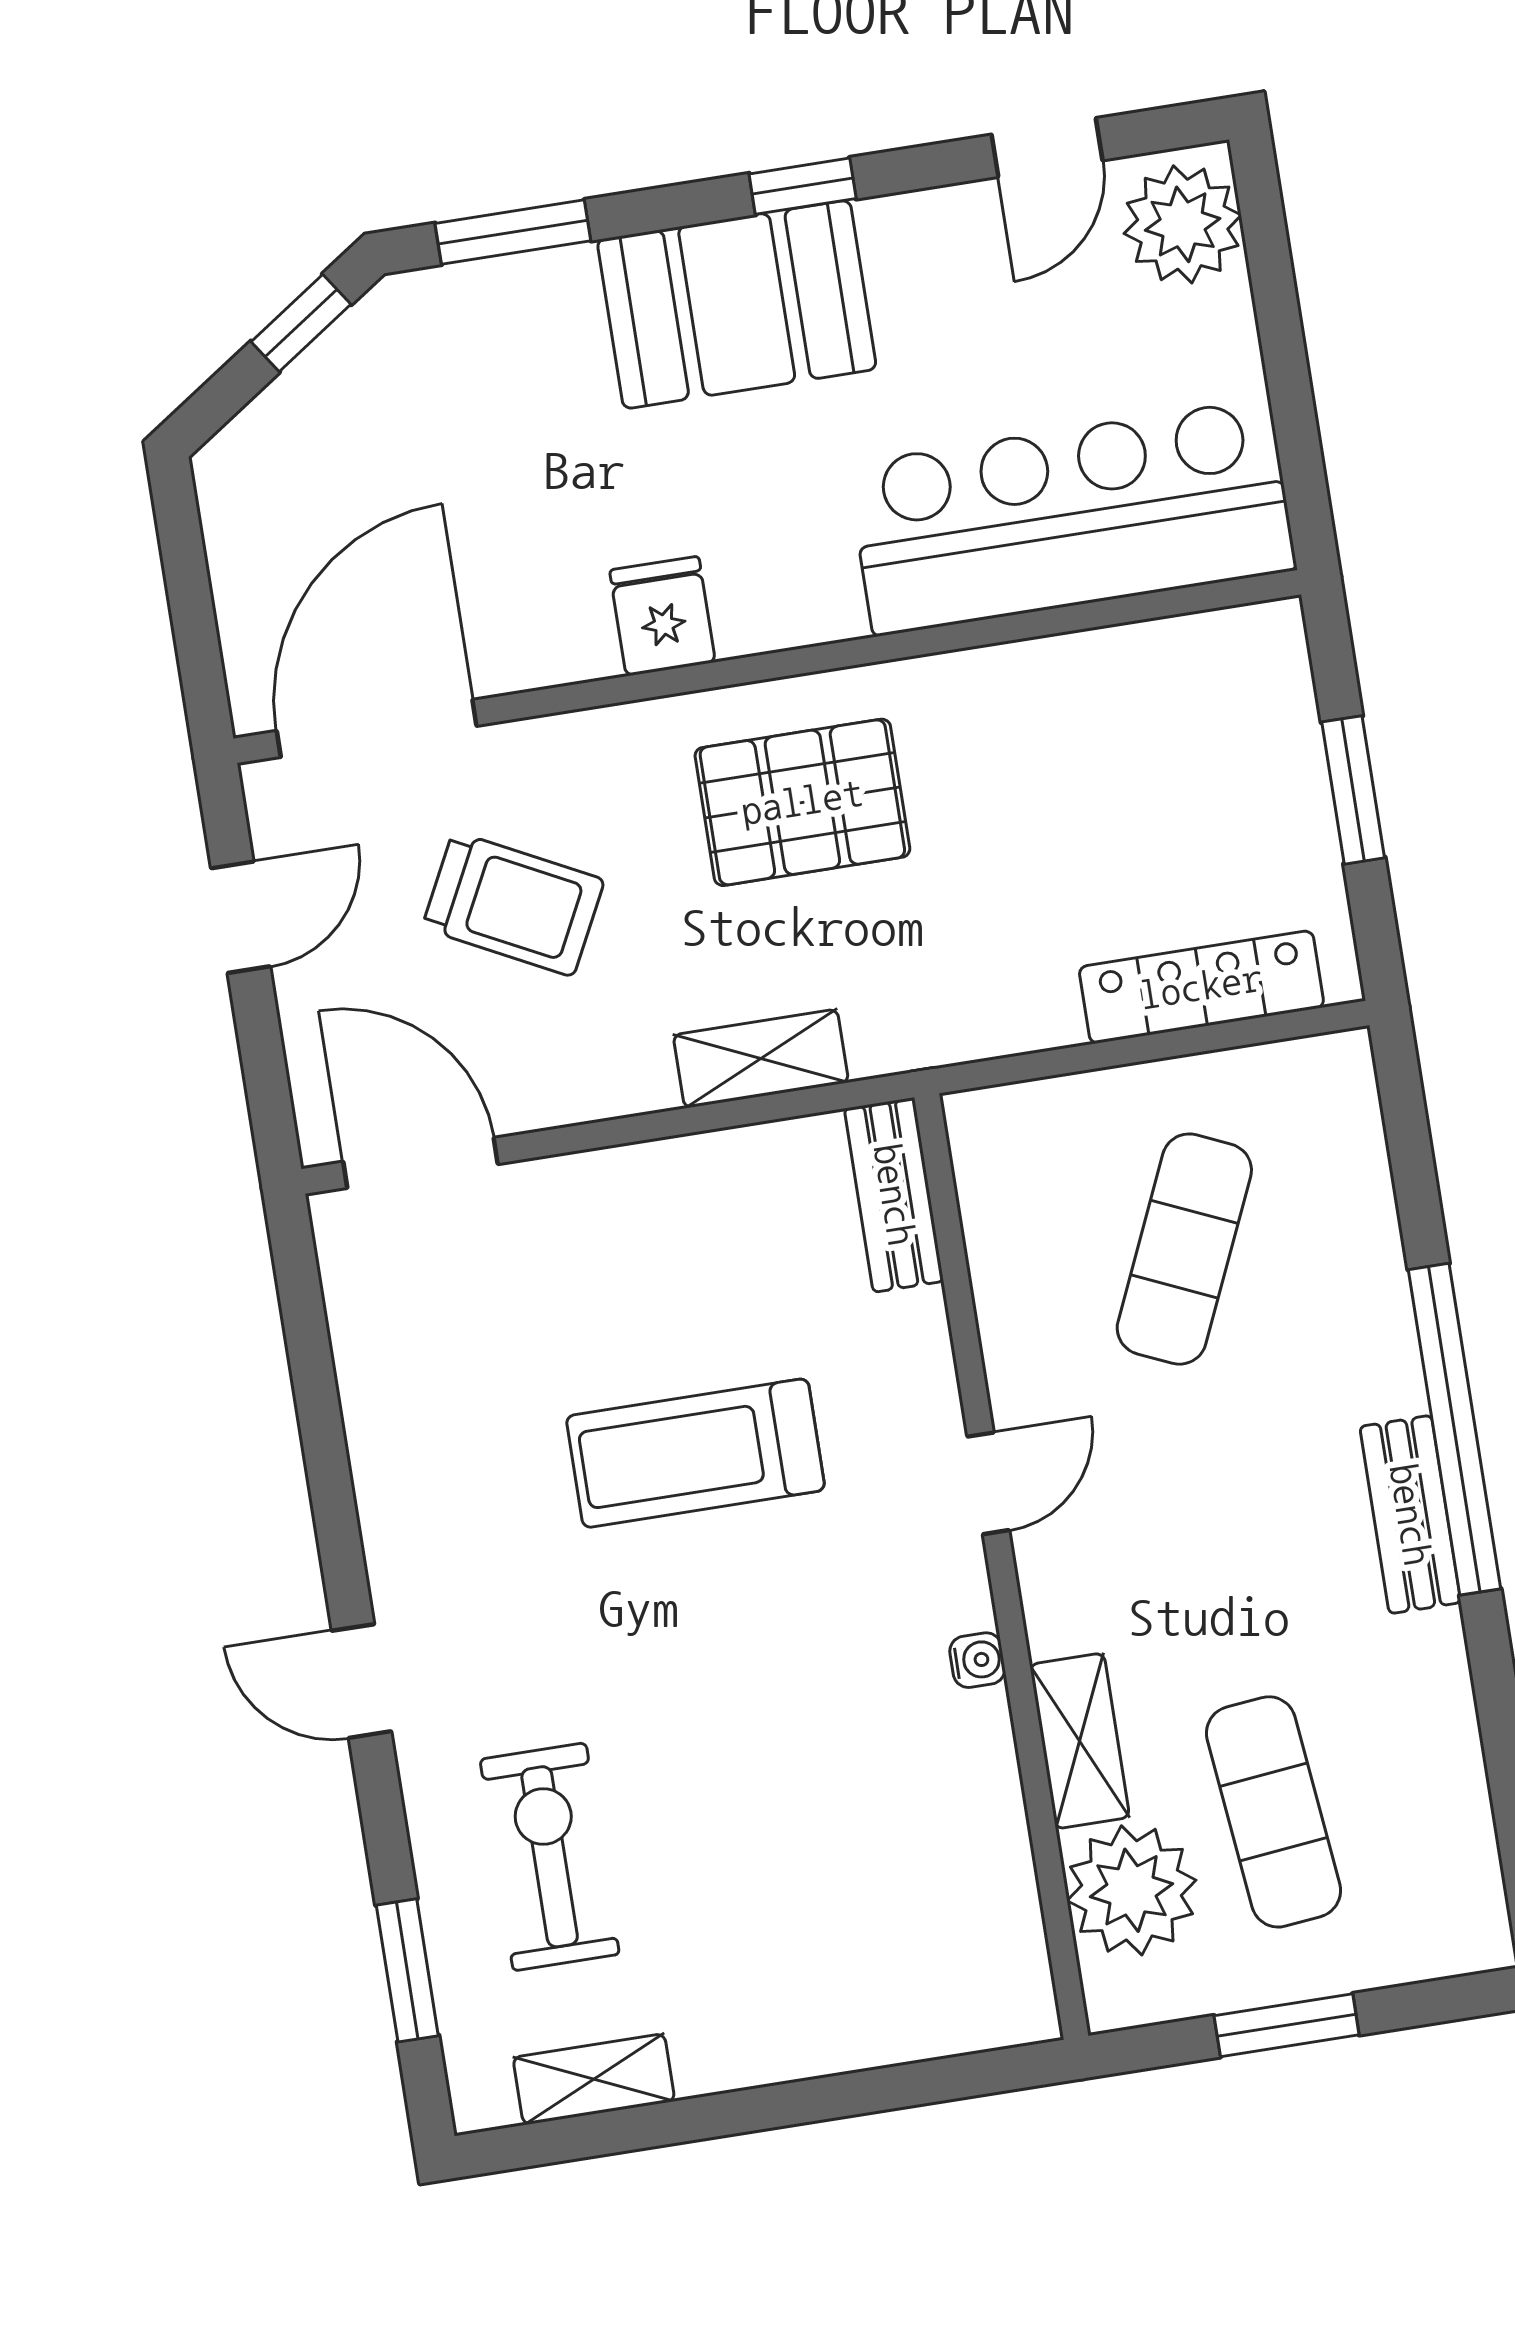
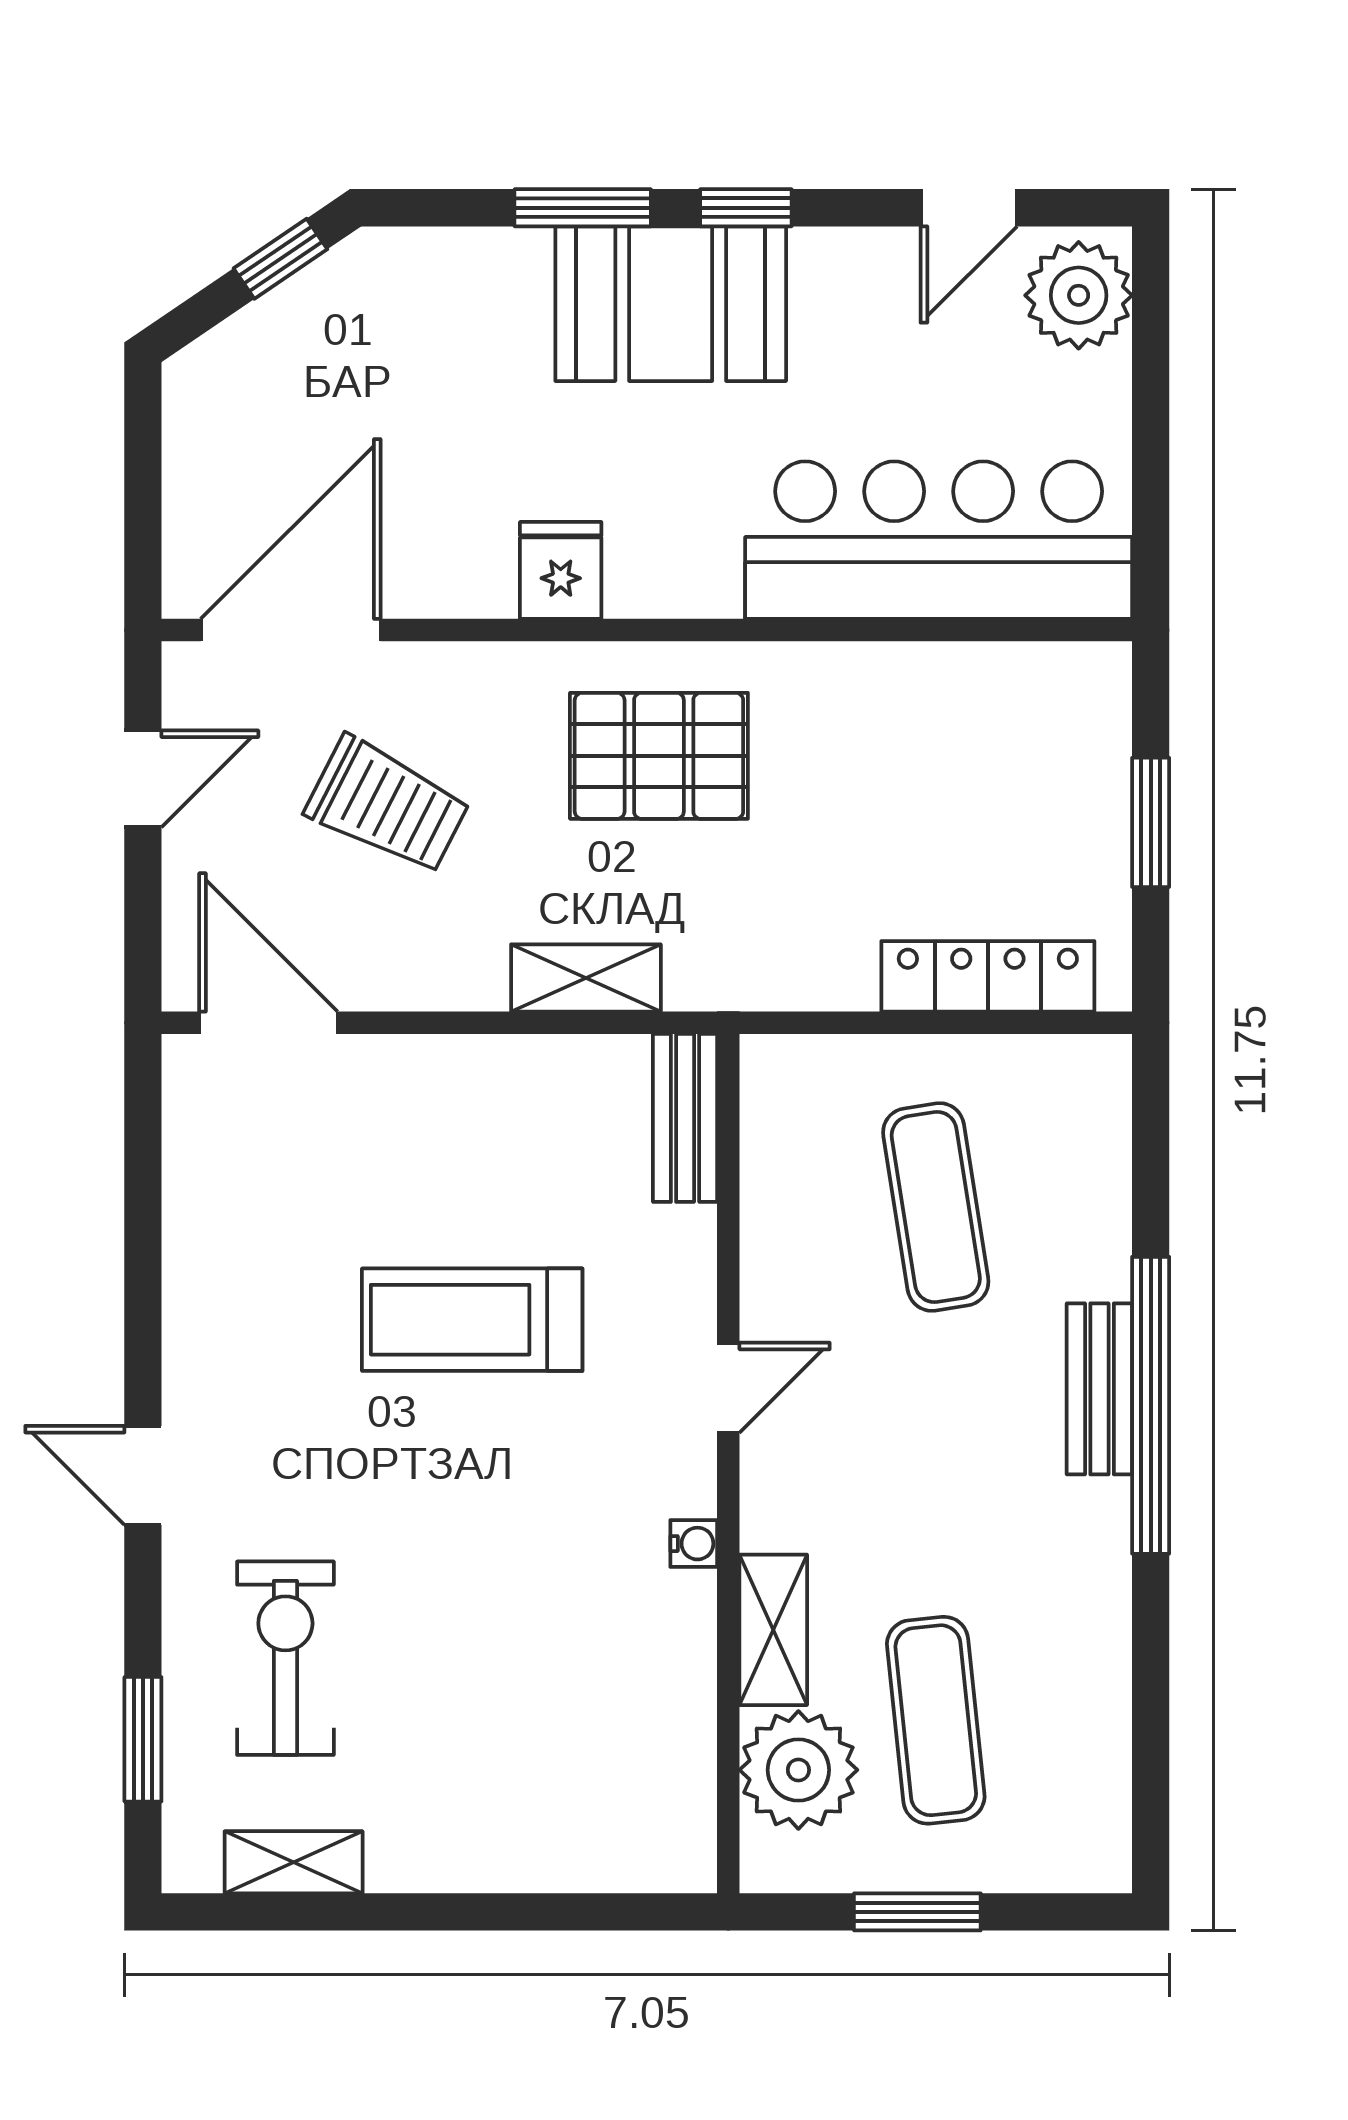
window: (513, 232) -> (583, 208), moved
exercise mat: (1184, 1249) -> (936, 1207), turned -33
bench: (1410, 1515) -> (1099, 1389), moved

